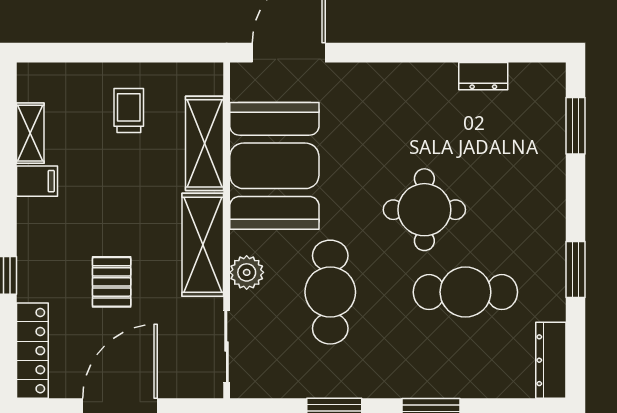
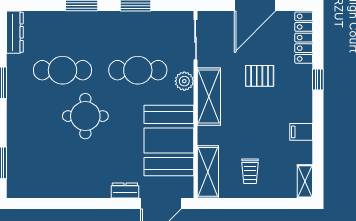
dresser: (483, 76) -> (125, 191), moved
shelving: (30, 133) -> (305, 181), moved
shelving: (204, 143) -> (208, 172), moved
pallet: (112, 282) -> (260, 76), turned 90
cafe table: (330, 292) -> (138, 70), turned 90

